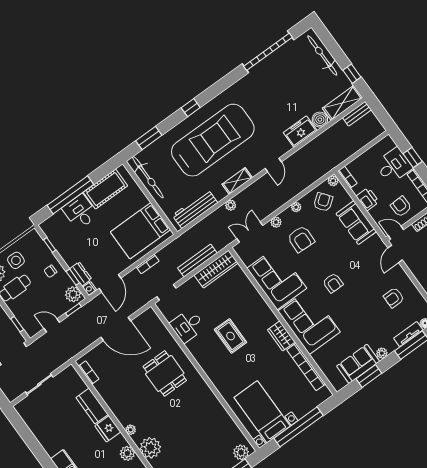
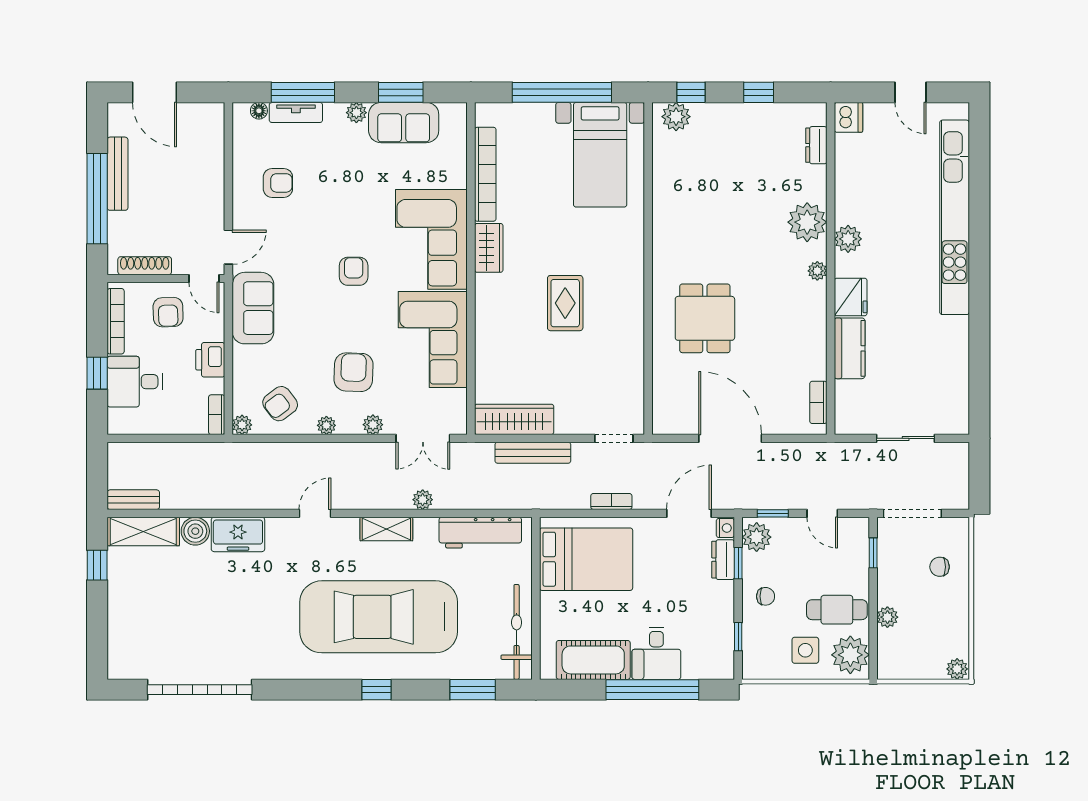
bicycle: (322, 55) -> (122, 625), removed
sofa: (356, 223) -> (253, 308), moved
desk: (188, 326) -> (618, 365), removed

